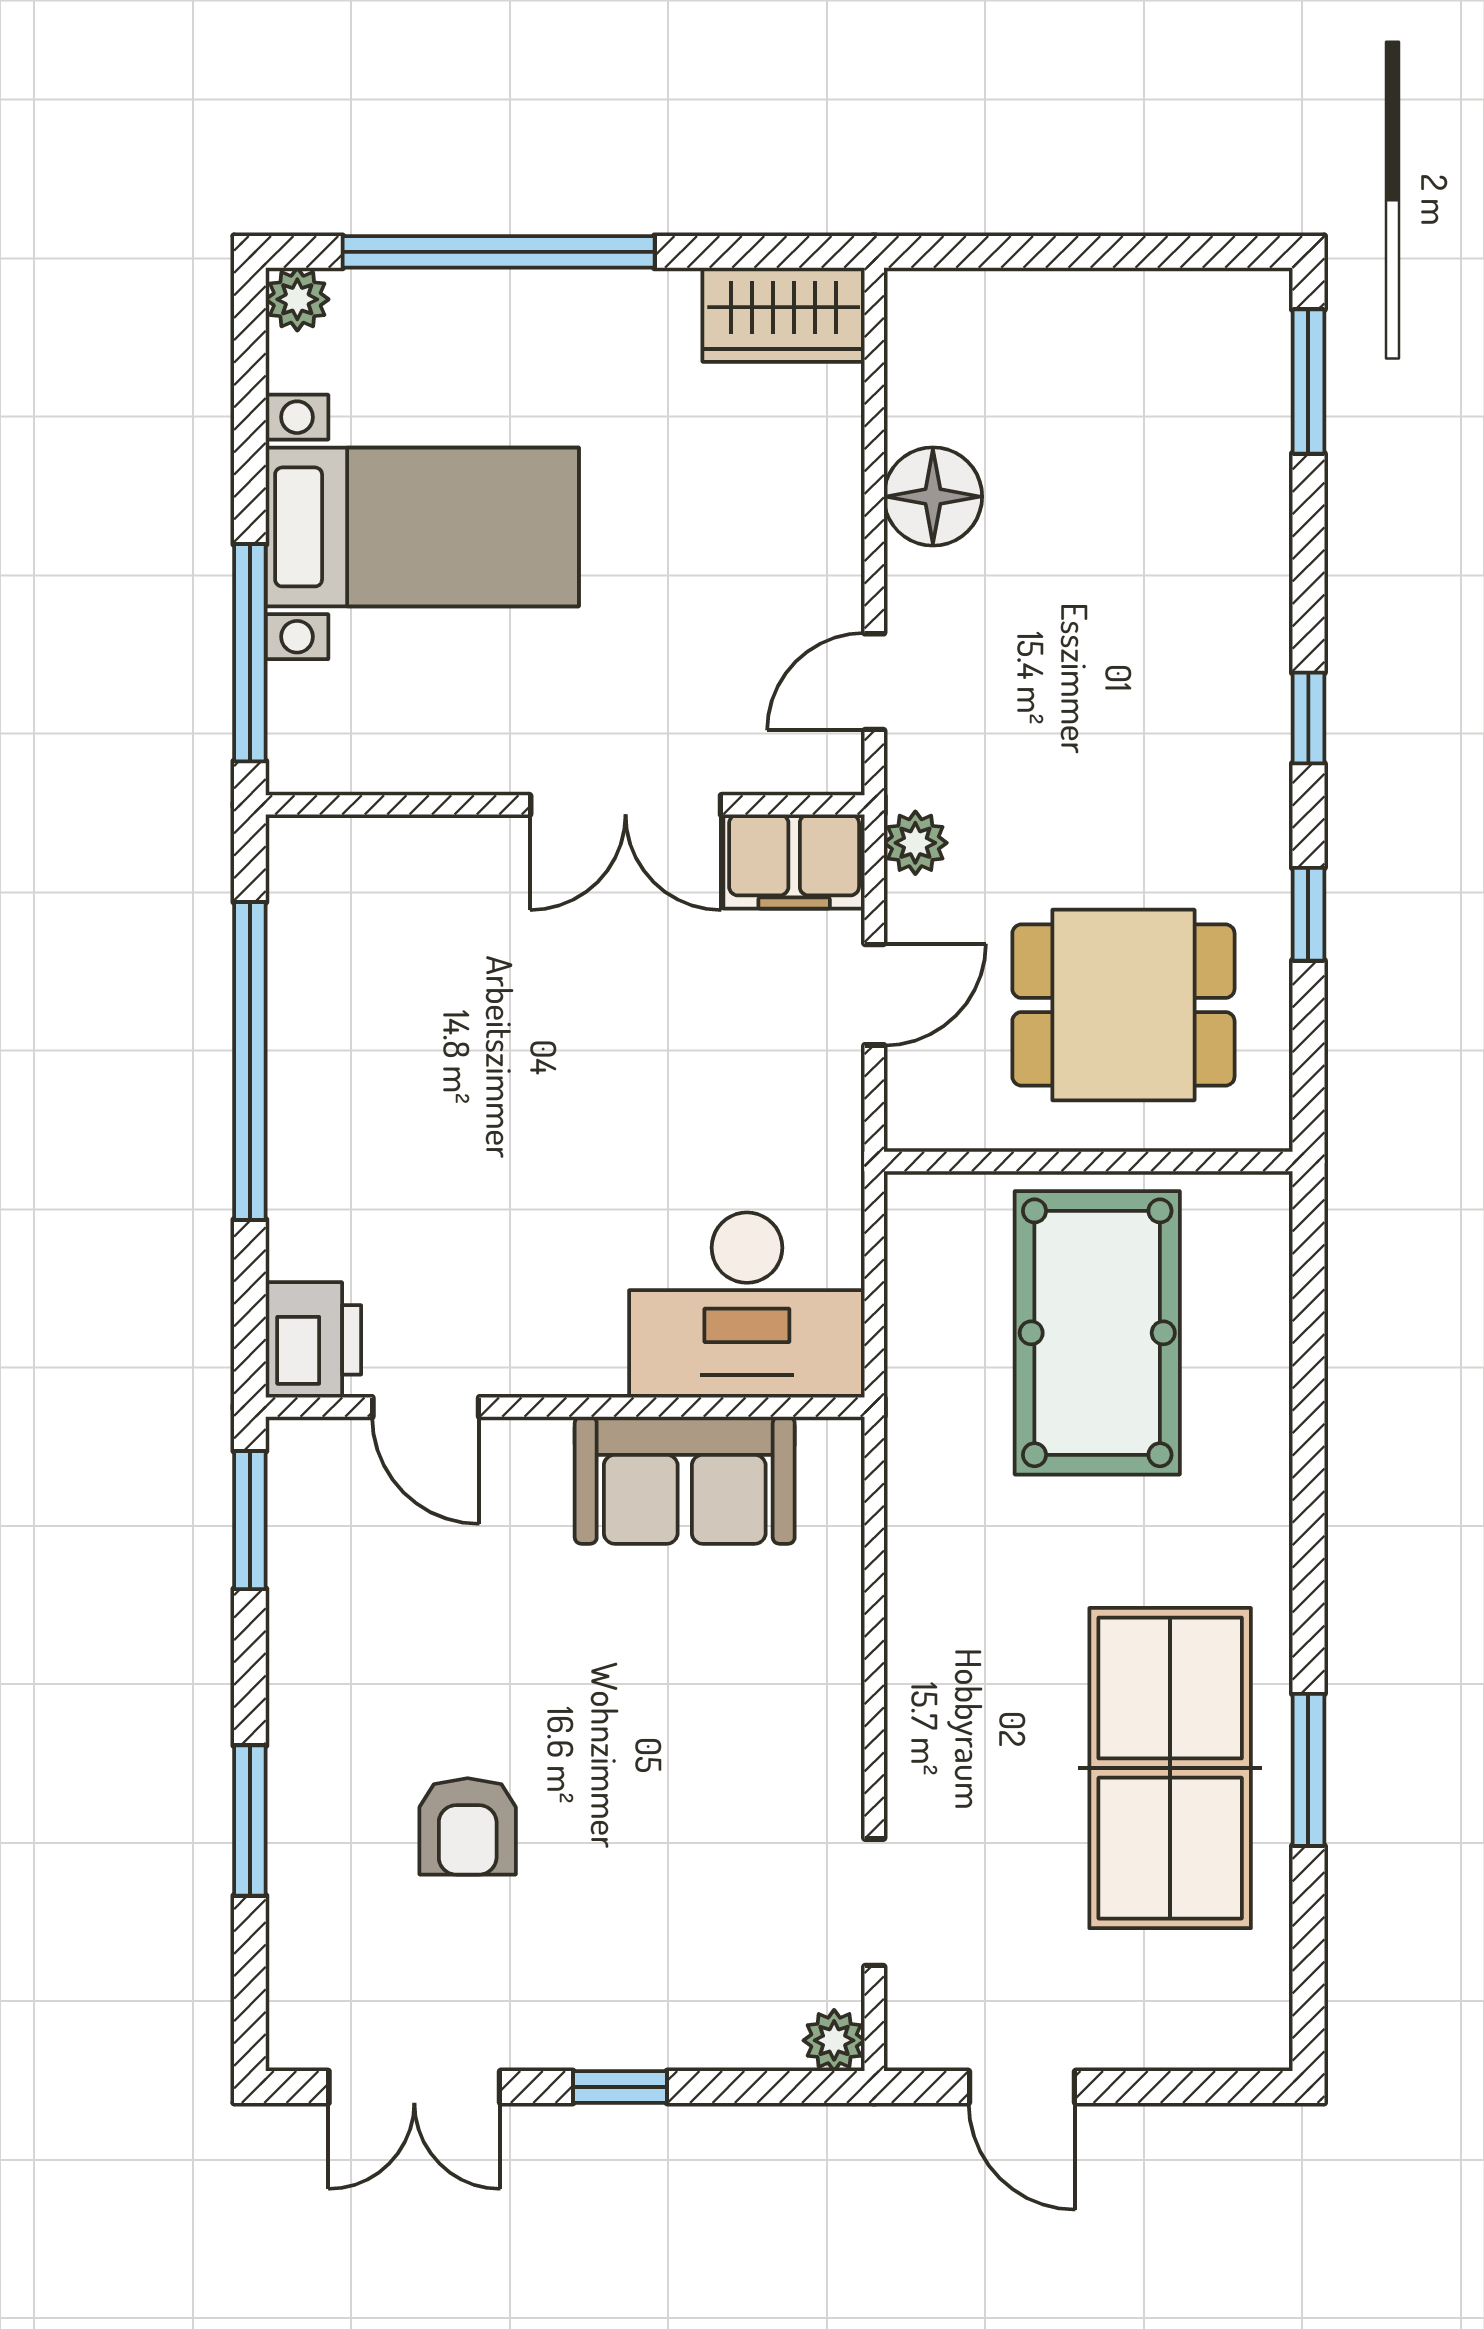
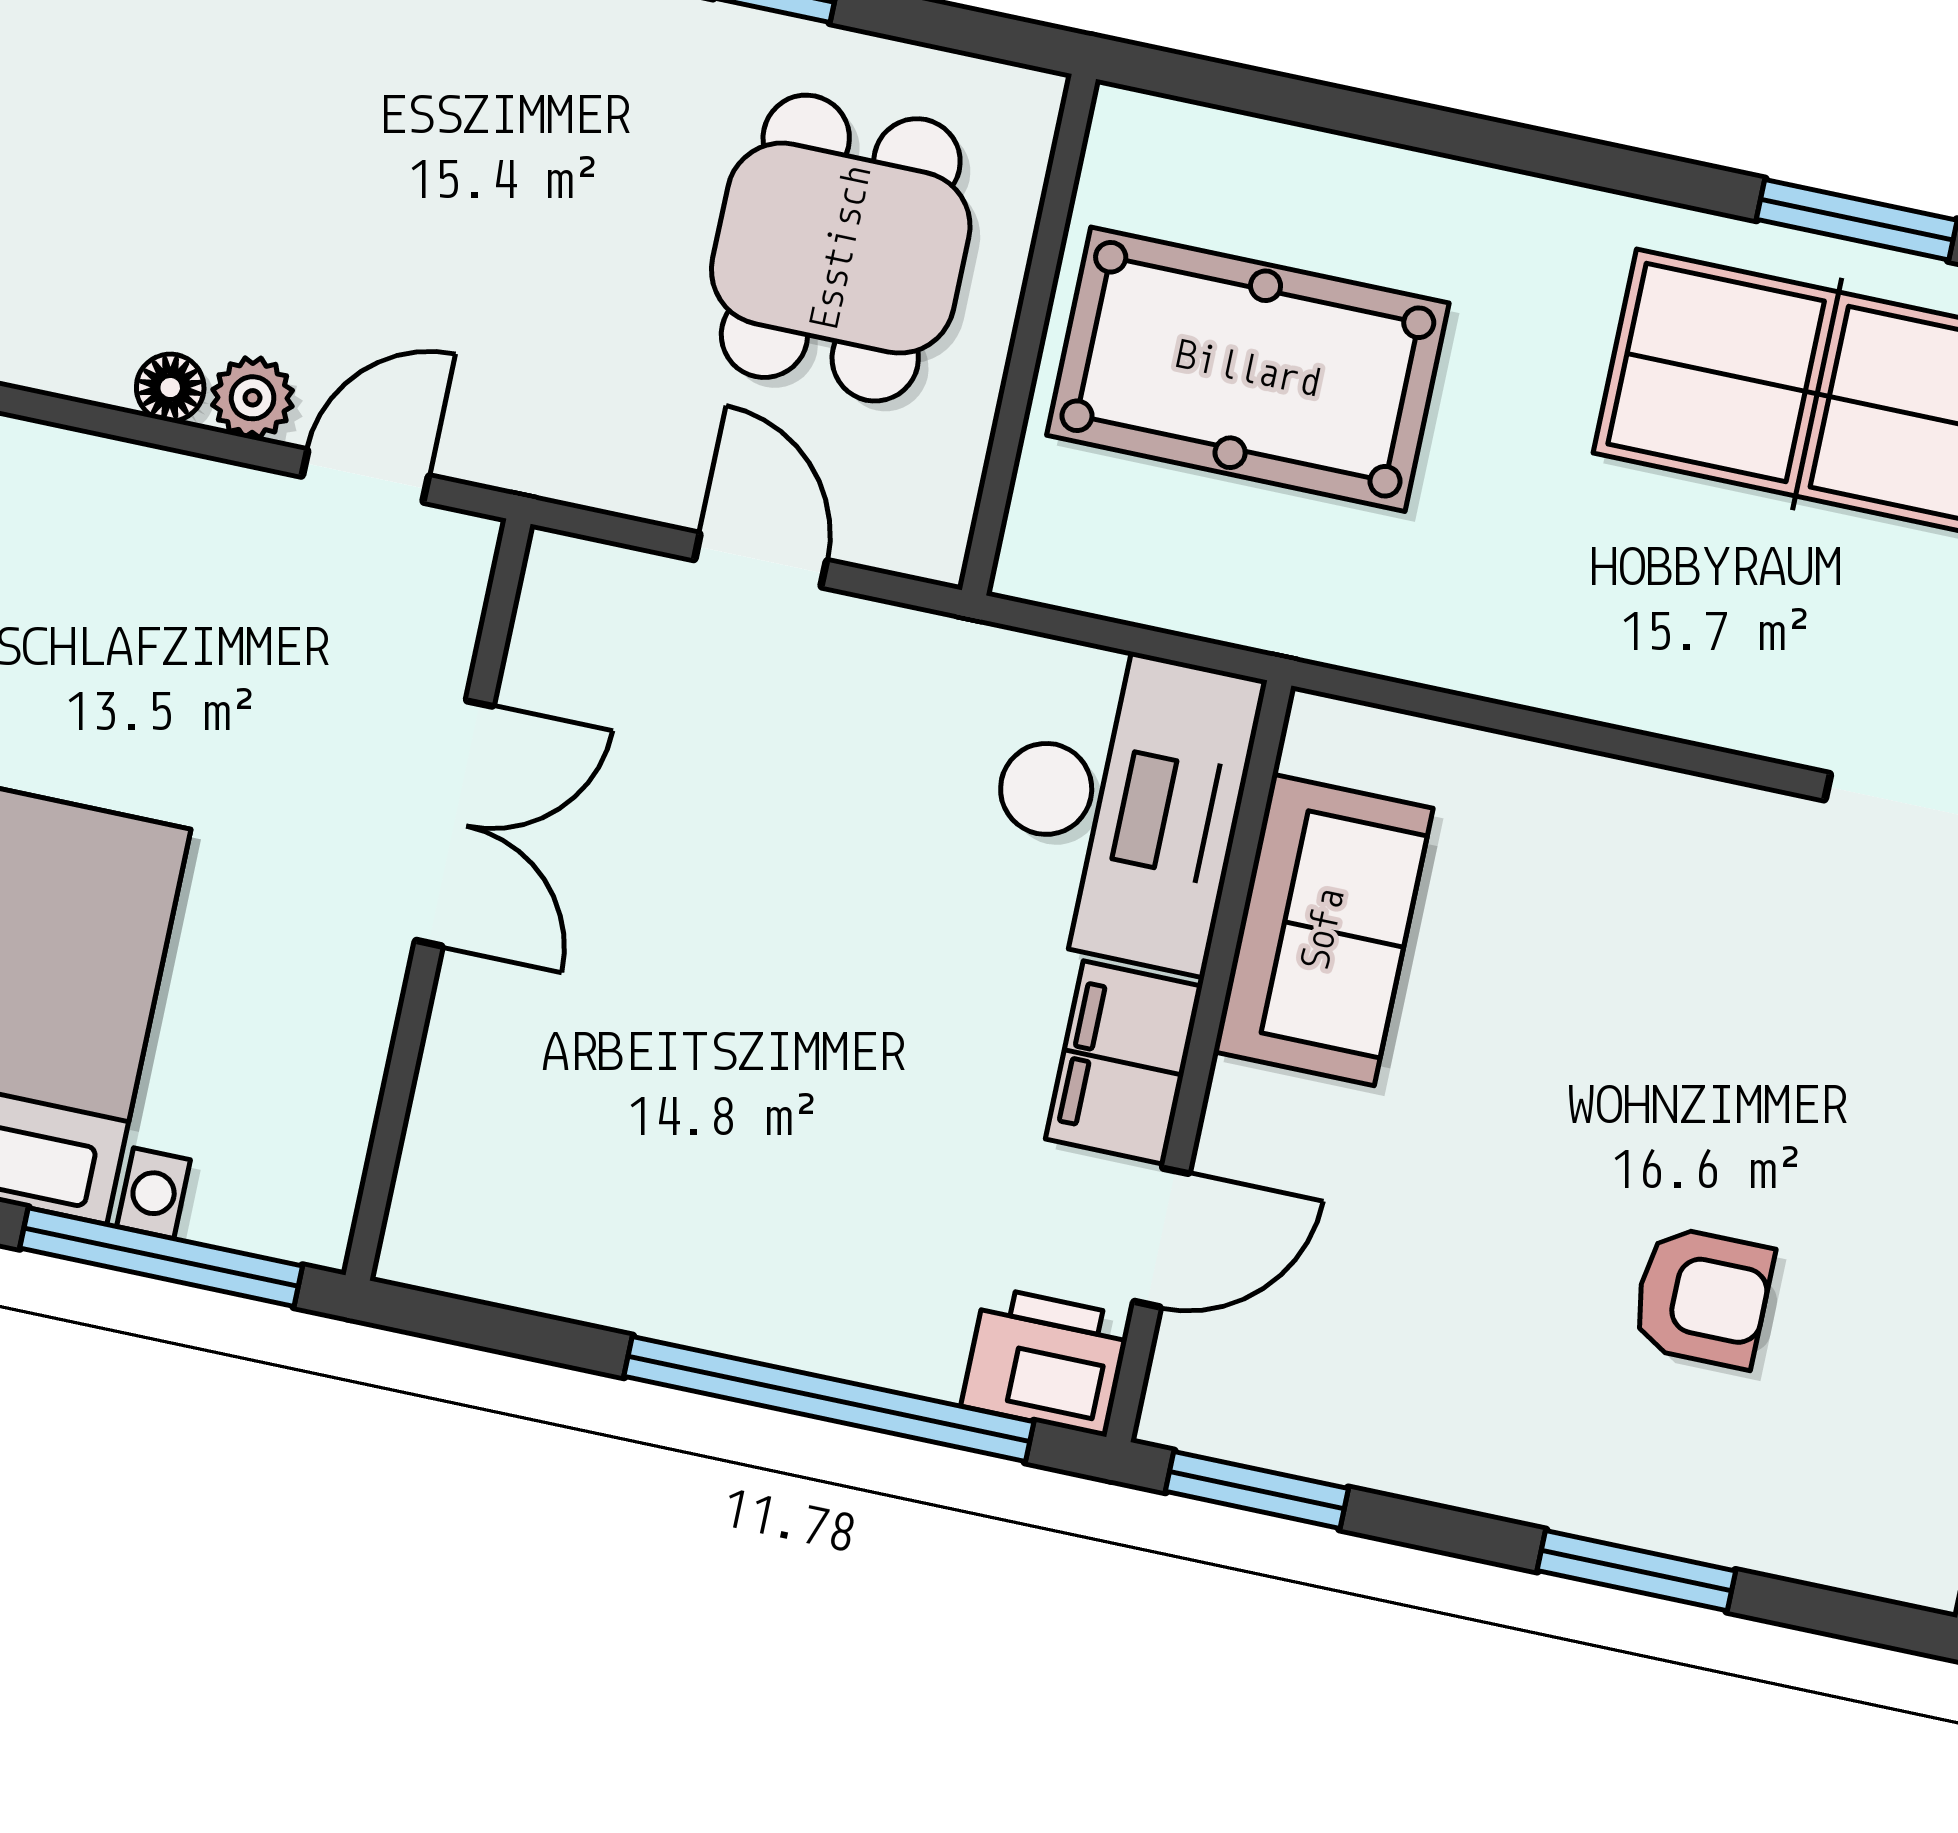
floor lamp: (933, 497) -> (170, 388), width x0.53, depth x0.53
door: (874, 682) -> (365, 476), swing flipped
plant: (915, 843) -> (253, 398), moved
filing cabinet: (794, 862) -> (1124, 1063), moved, turned 180
window: (250, 1061) -> (829, 1399), moved

